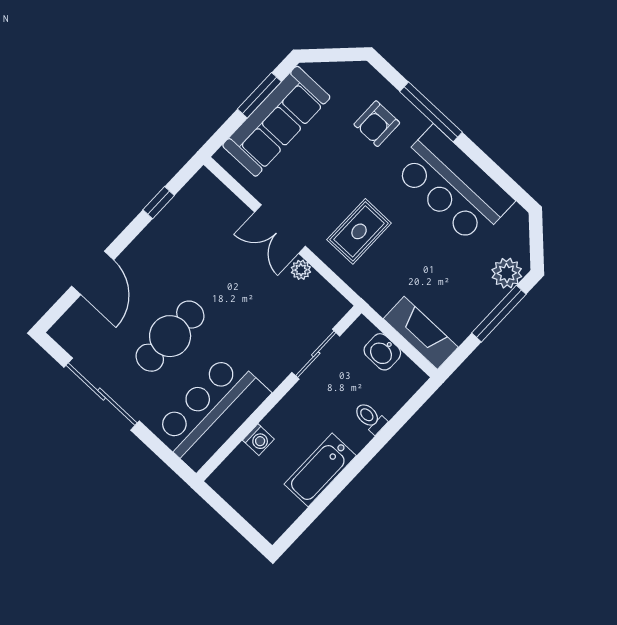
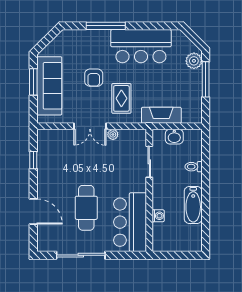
armchair: (377, 124) -> (94, 78), moved
fireplace: (421, 333) -> (161, 115), moved

